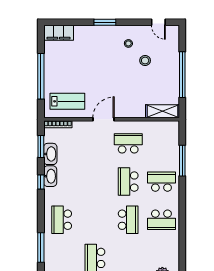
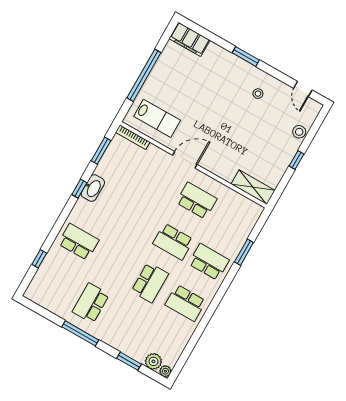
stool: (145, 61) -> (299, 132), moved
window: (182, 75) -> (297, 160), width x0.32
washbasin: (50, 154) -> (107, 164), removed
window: (182, 161) -> (244, 252), width x0.69
school desk: (128, 182) -> (173, 242), turned -90
school desk: (62, 220) -> (78, 242), turned 90
window: (41, 247) -> (39, 259), width x0.46

